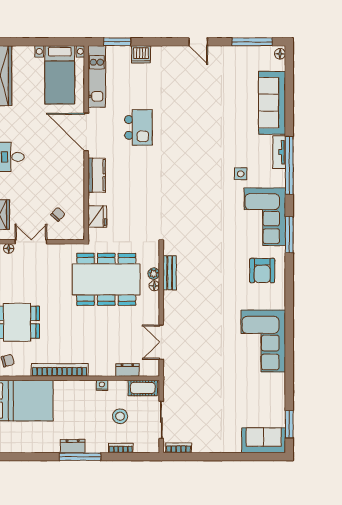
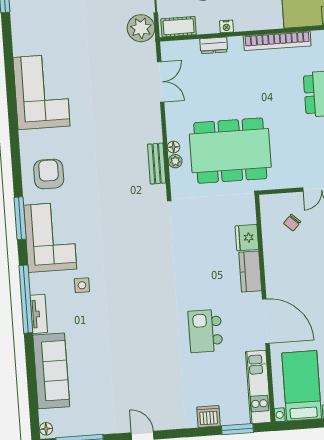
fridge: (97, 216) -> (247, 238), moved
dresser: (127, 370) -> (214, 45), moved
plant: (175, 389) -> (141, 28), added

